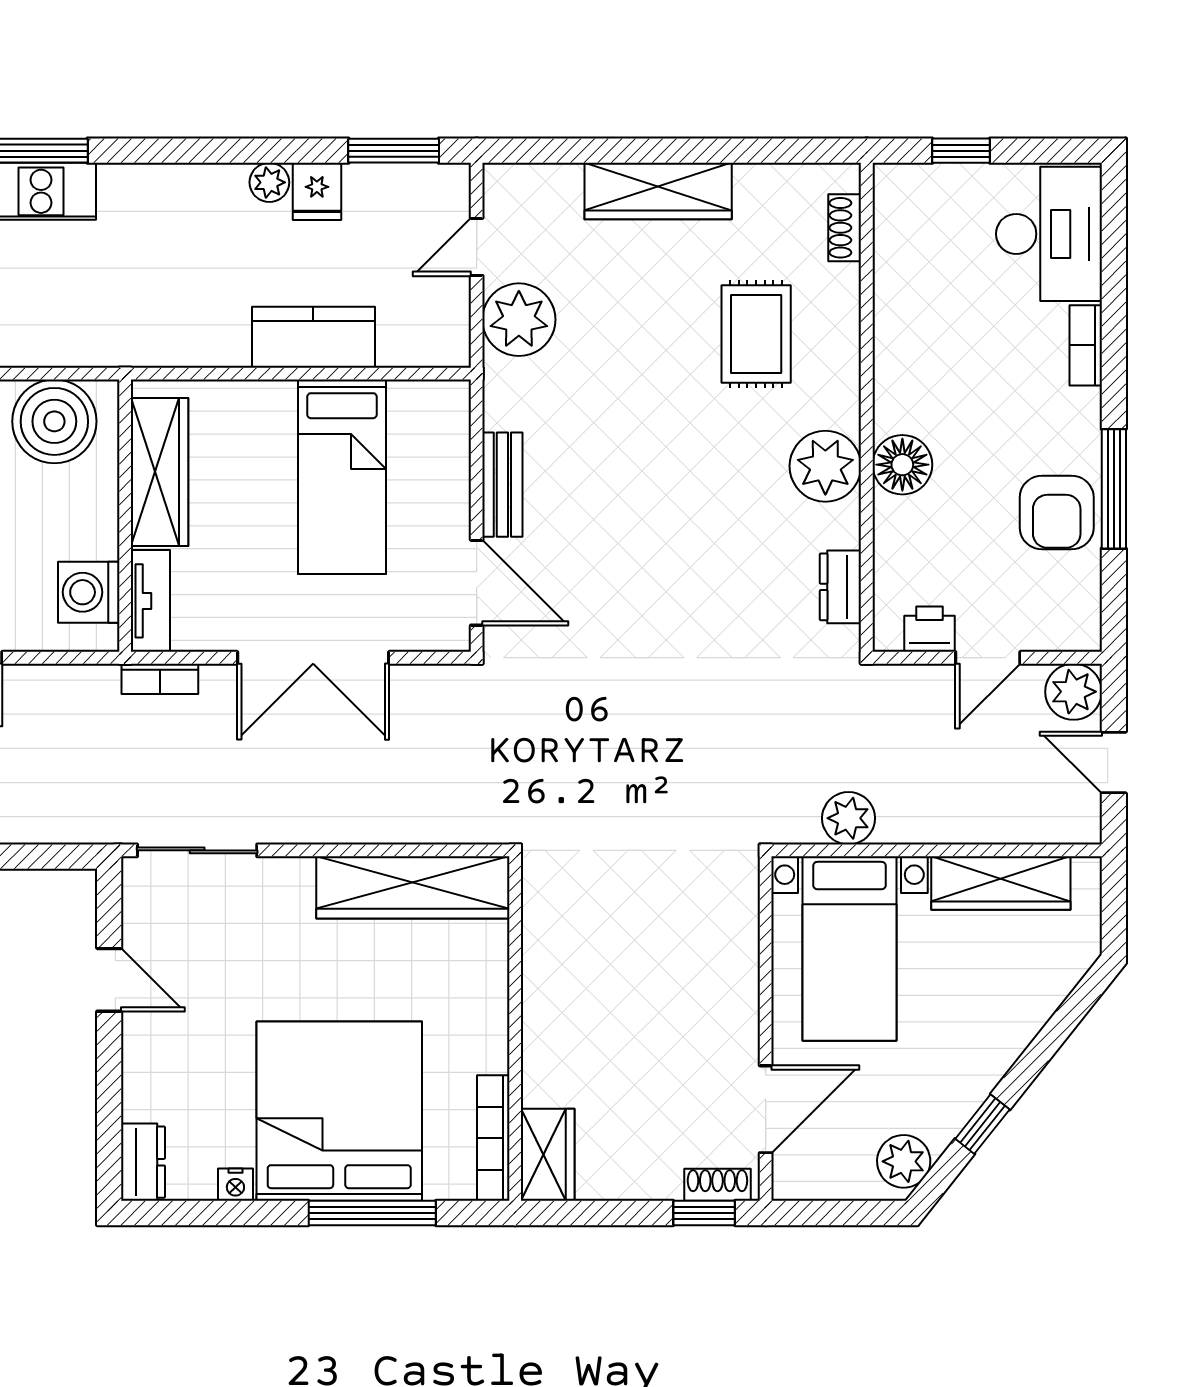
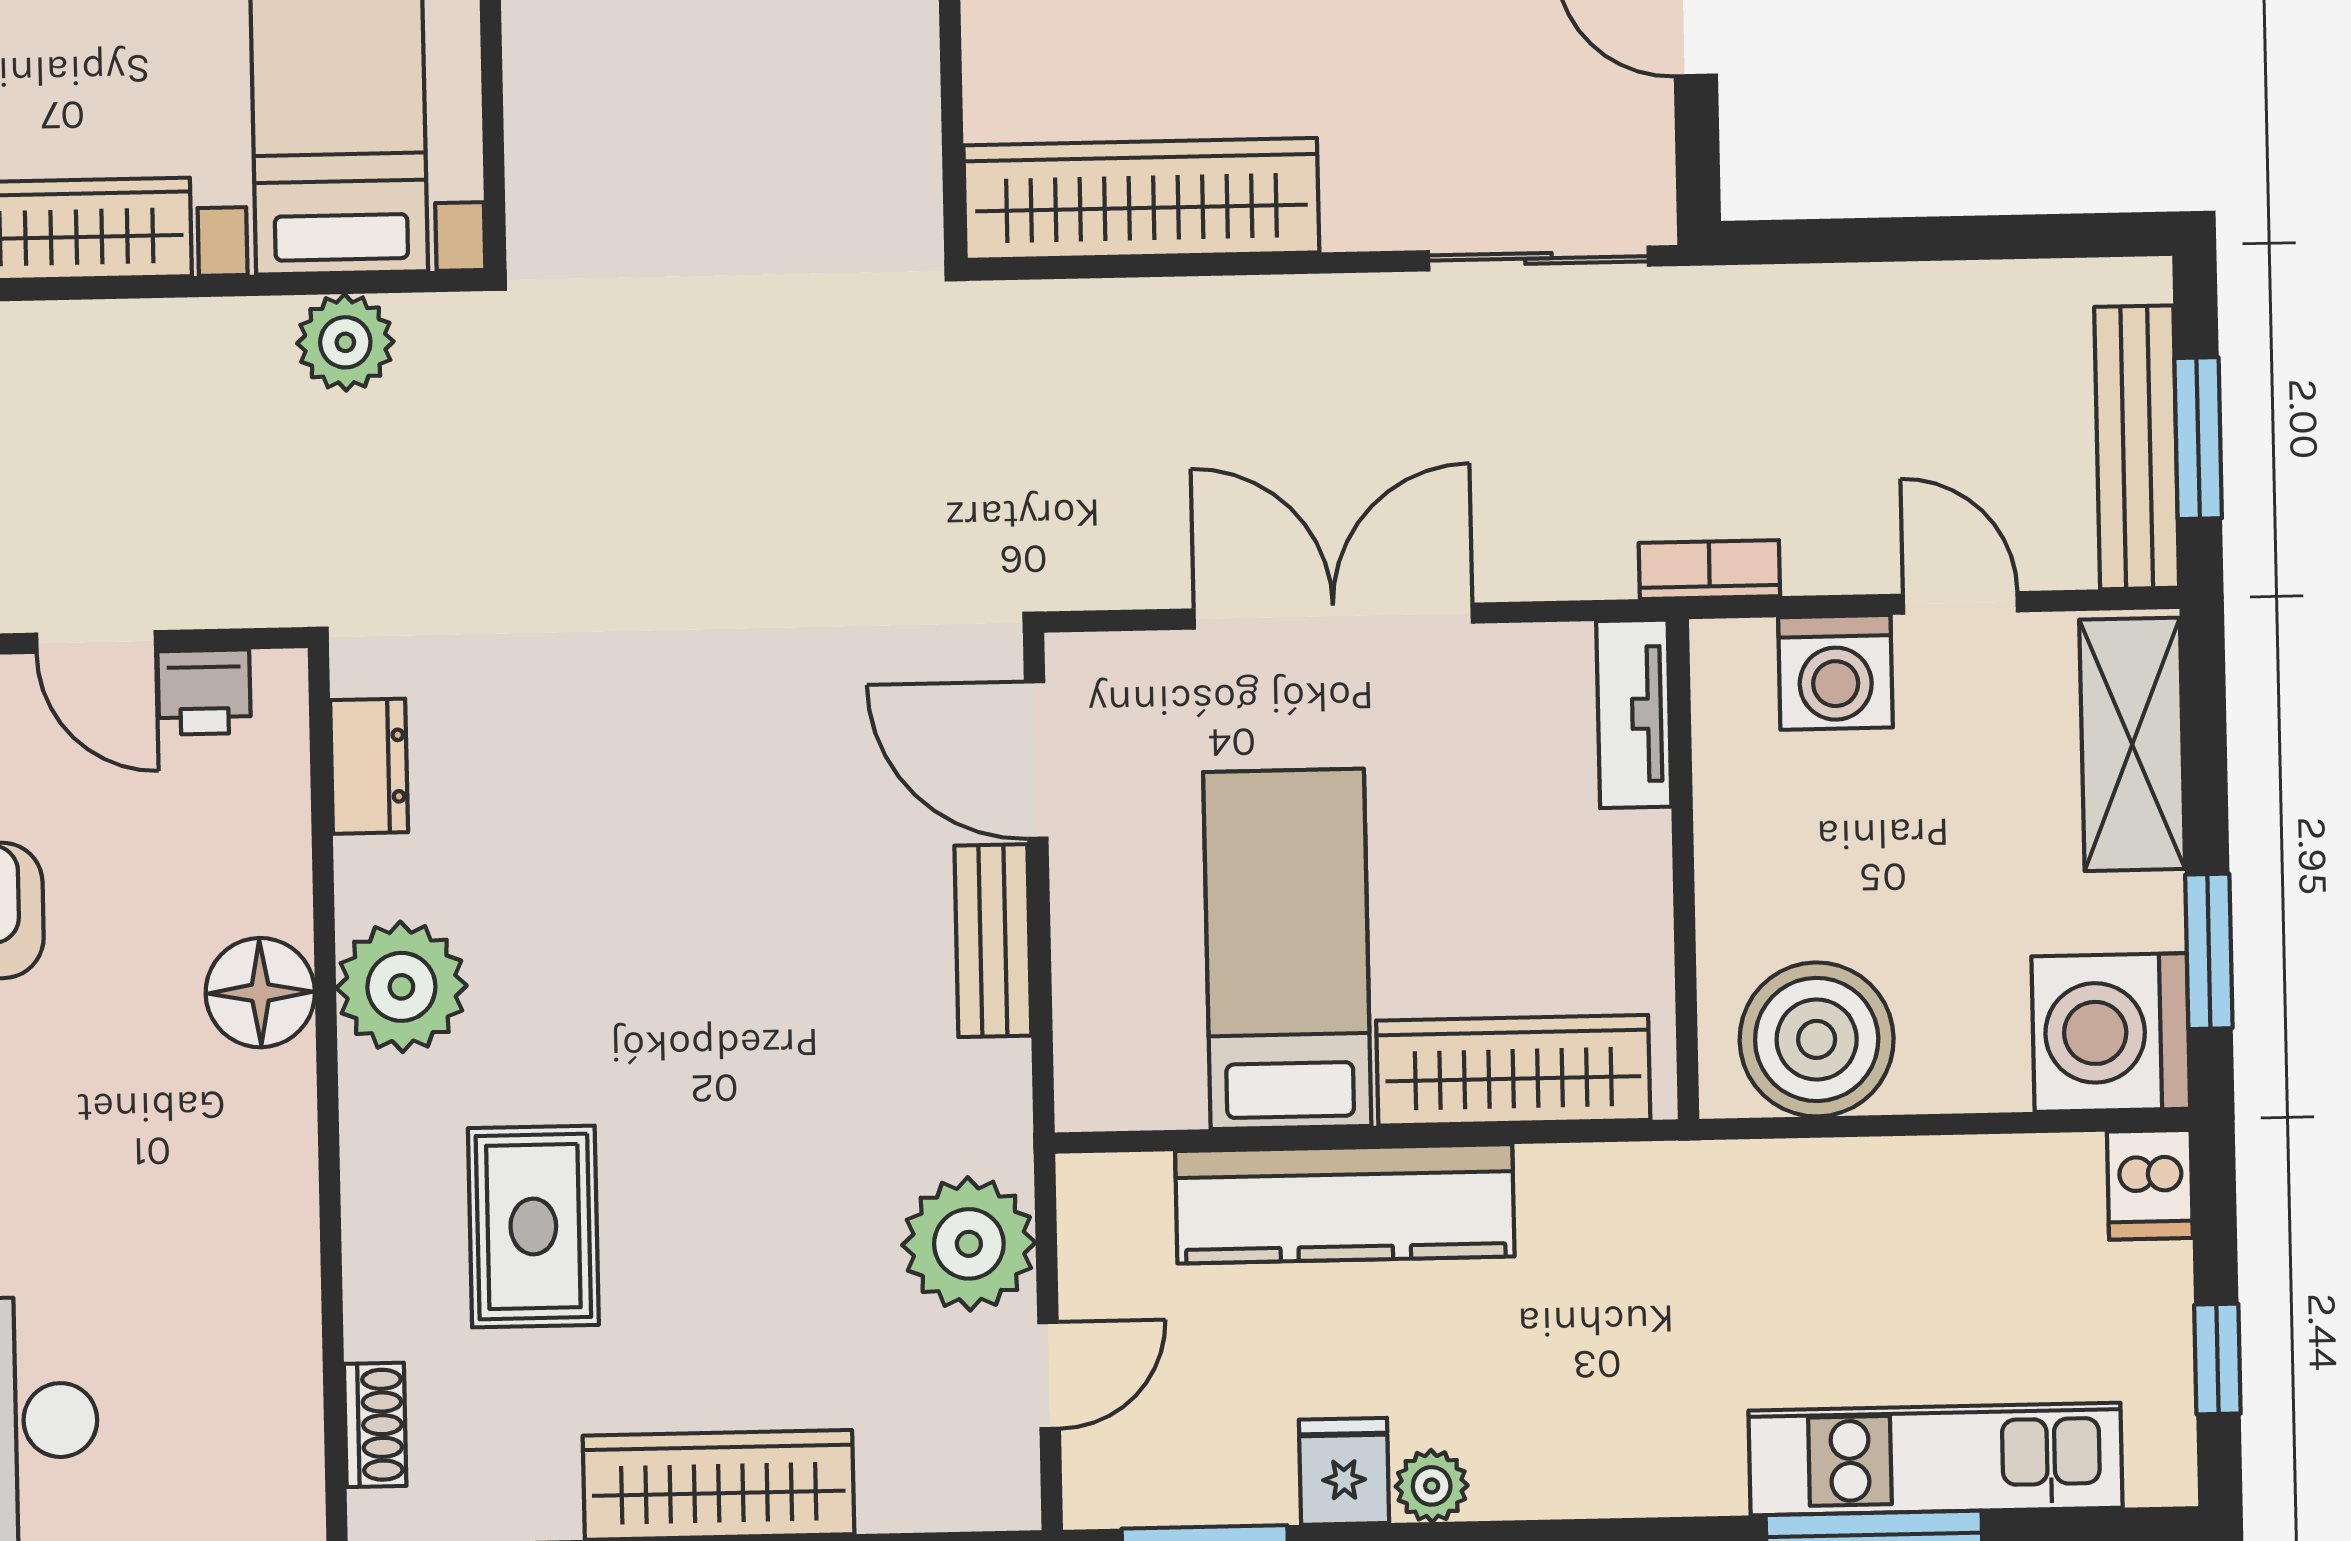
kitchen counter: (313, 337) -> (1345, 1204), width x1.50
wardrobe: (160, 472) -> (1513, 1070), moved, turned 90
washing machine: (89, 592) -> (1835, 672), moved, turned 90
door: (988, 658) -> (96, 642), swing flipped
bookcase: (160, 679) -> (1709, 570), moved

